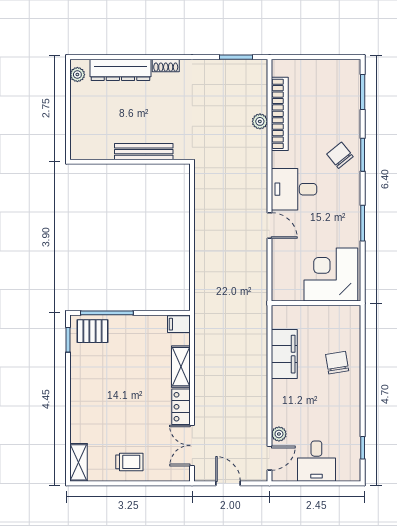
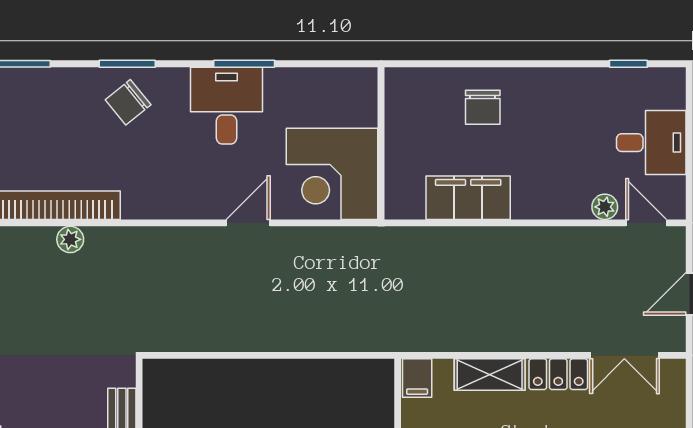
desk: (294, 189) -> (227, 106), moved, turned 180
corner desk: (331, 274) -> (332, 174), moved
chair: (337, 363) -> (483, 107), turned -81

